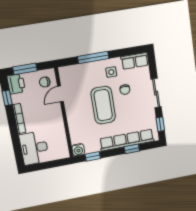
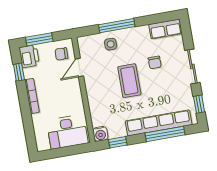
side table: (111, 72) -> (111, 44), moved
coffee table: (103, 105) -> (129, 81), width x0.73, depth x0.76
desk: (34, 148) -> (67, 132), moved, turned -90
window: (132, 149) -> (165, 134), width x2.17

